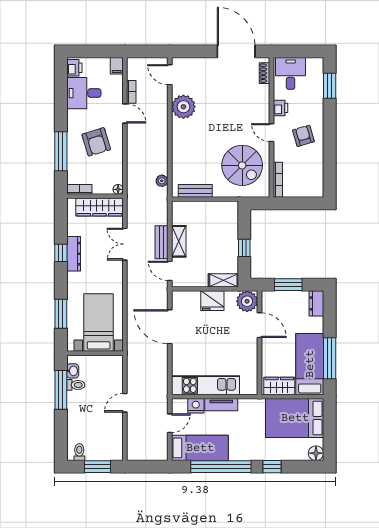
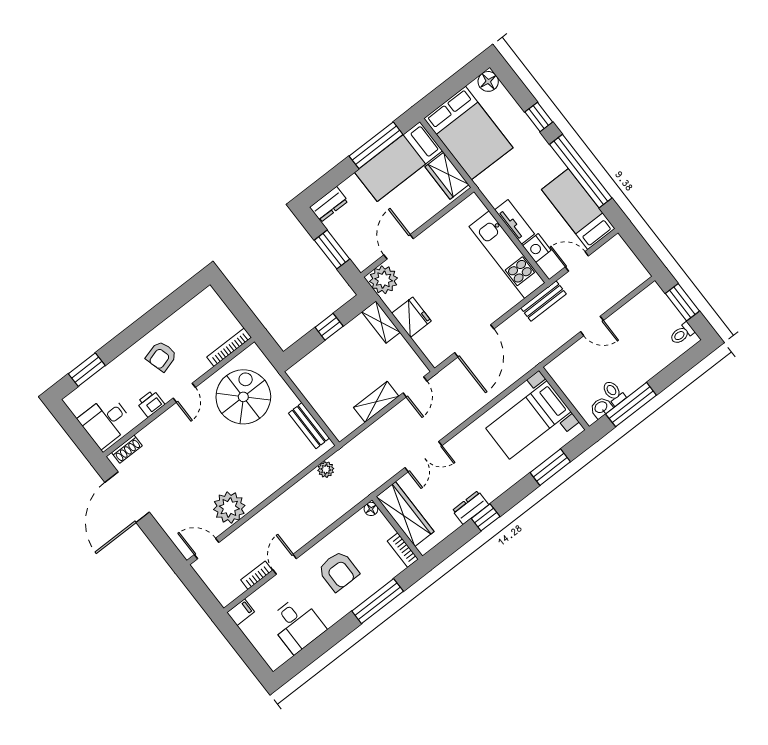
printer: (74, 68) -> (278, 656), removed
door: (170, 75) -> (207, 548), swing flipped
armchair: (96, 142) -> (339, 571), turned 107
bench: (162, 242) -> (544, 301), moved
dresser: (74, 254) -> (470, 507), width x0.70

